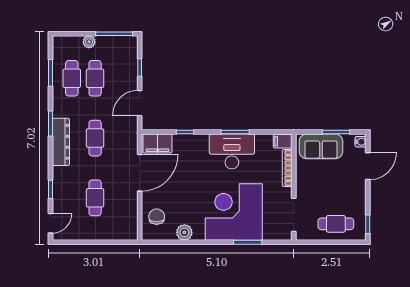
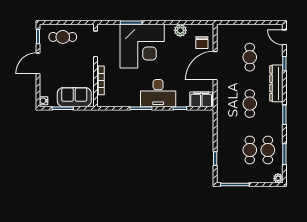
plant: (89, 42) -> (278, 178), moved
door: (140, 103) -> (215, 131), removed
filing cabinet: (283, 141) -> (104, 101), removed
dresser: (61, 142) -> (276, 83), moved
desk: (232, 151) -> (158, 93), moved
door: (368, 166) -> (38, 63), moved
door: (140, 173) -> (215, 66), moved
door: (50, 223) -> (284, 37), hinge flipped

